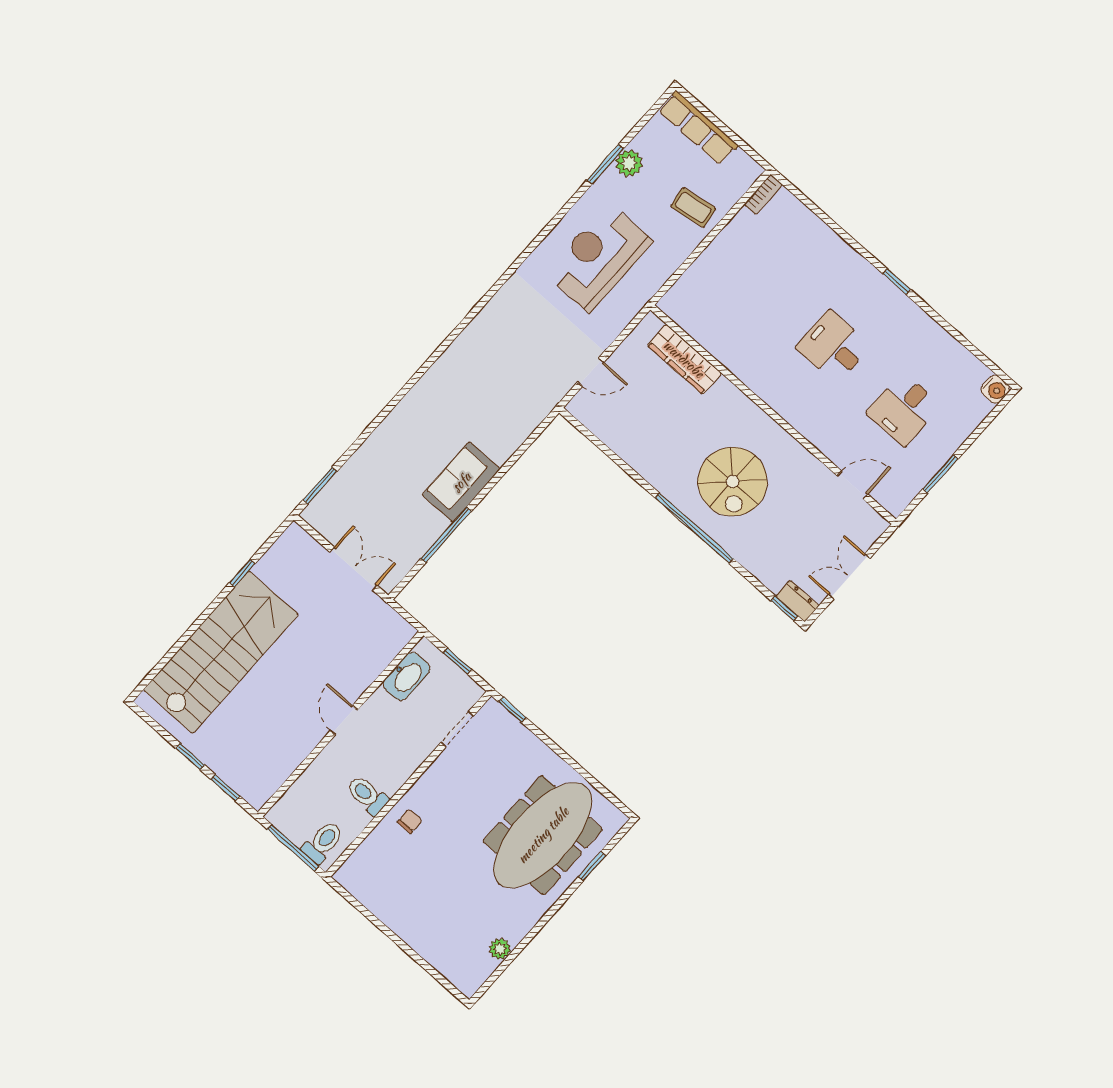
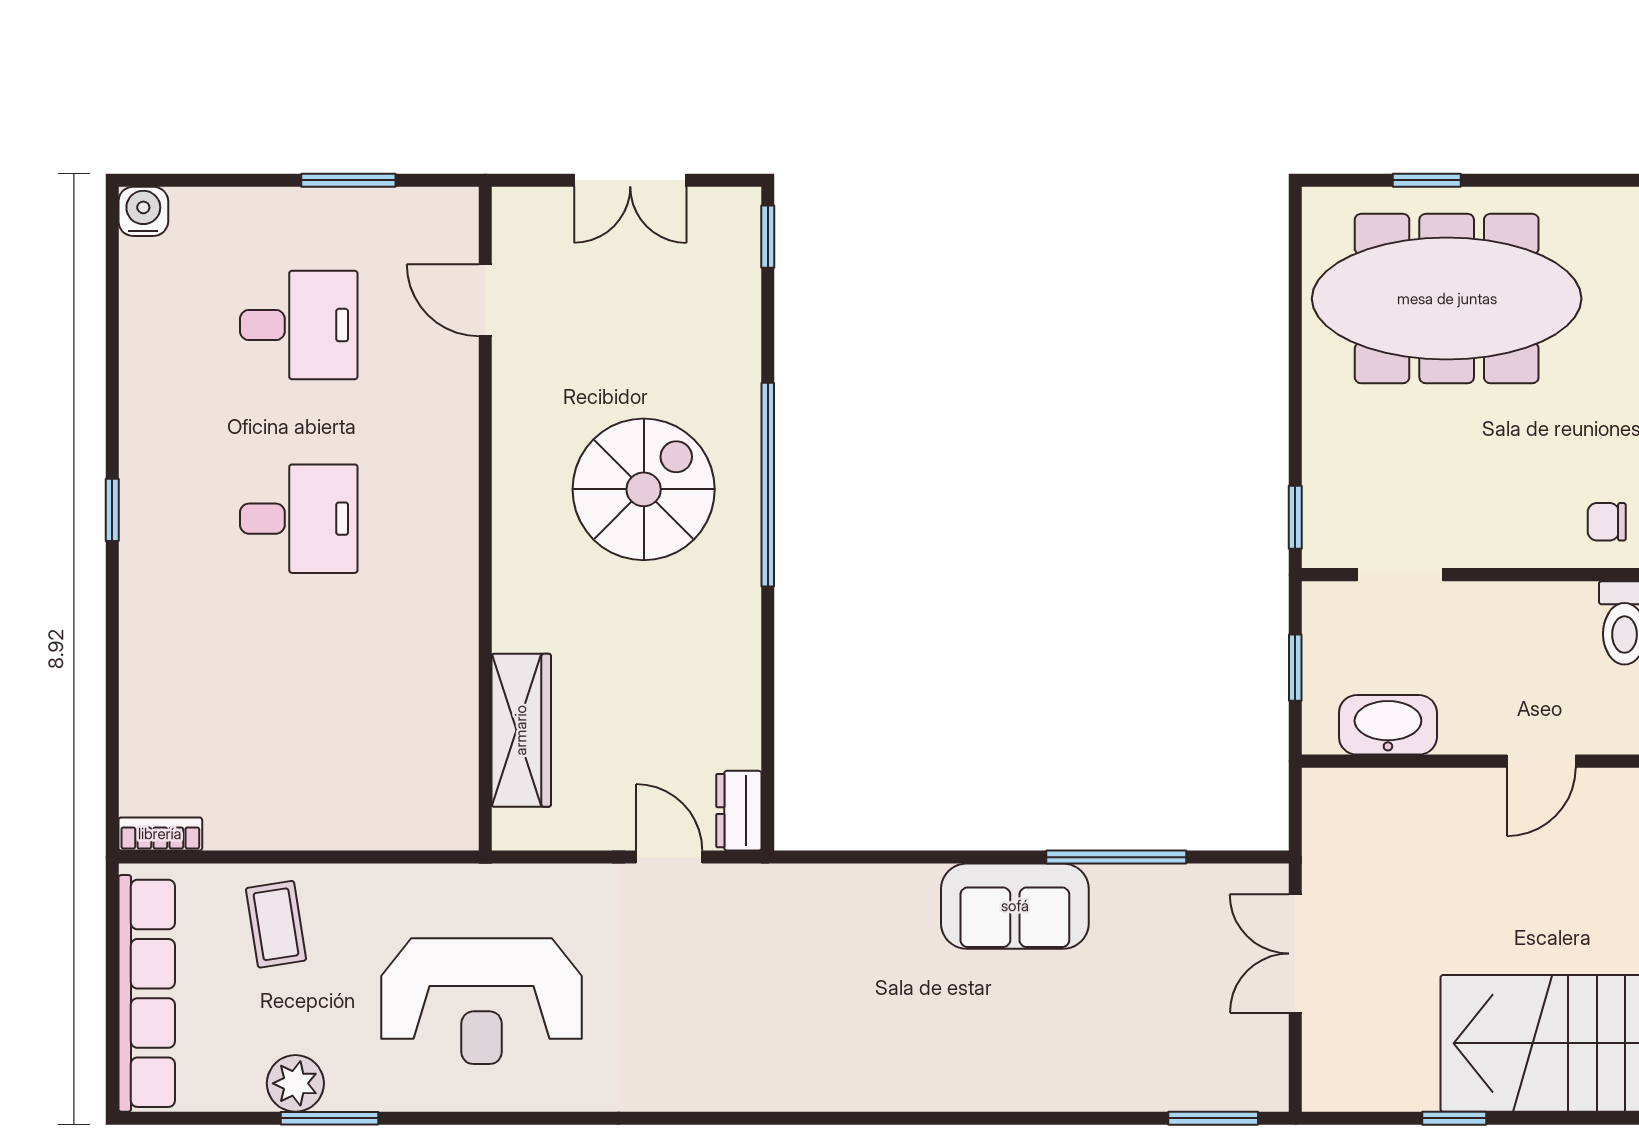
row of seats: (698, 128) -> (147, 993), width x1.36
desk: (833, 347) -> (299, 519), turned -90
dresser: (797, 601) -> (739, 811), moved

